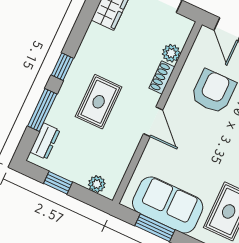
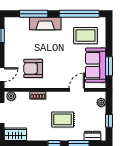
plant: (171, 53) -> (11, 96), moved
door: (153, 122) -> (77, 90), moved

